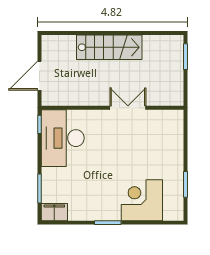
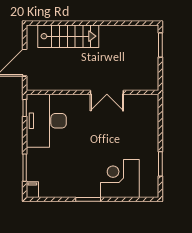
stairs: (109, 47) -> (68, 36), moved
double door: (128, 108) -> (107, 92), swing flipped
filing cabinet: (54, 212) -> (32, 190), width x0.50

